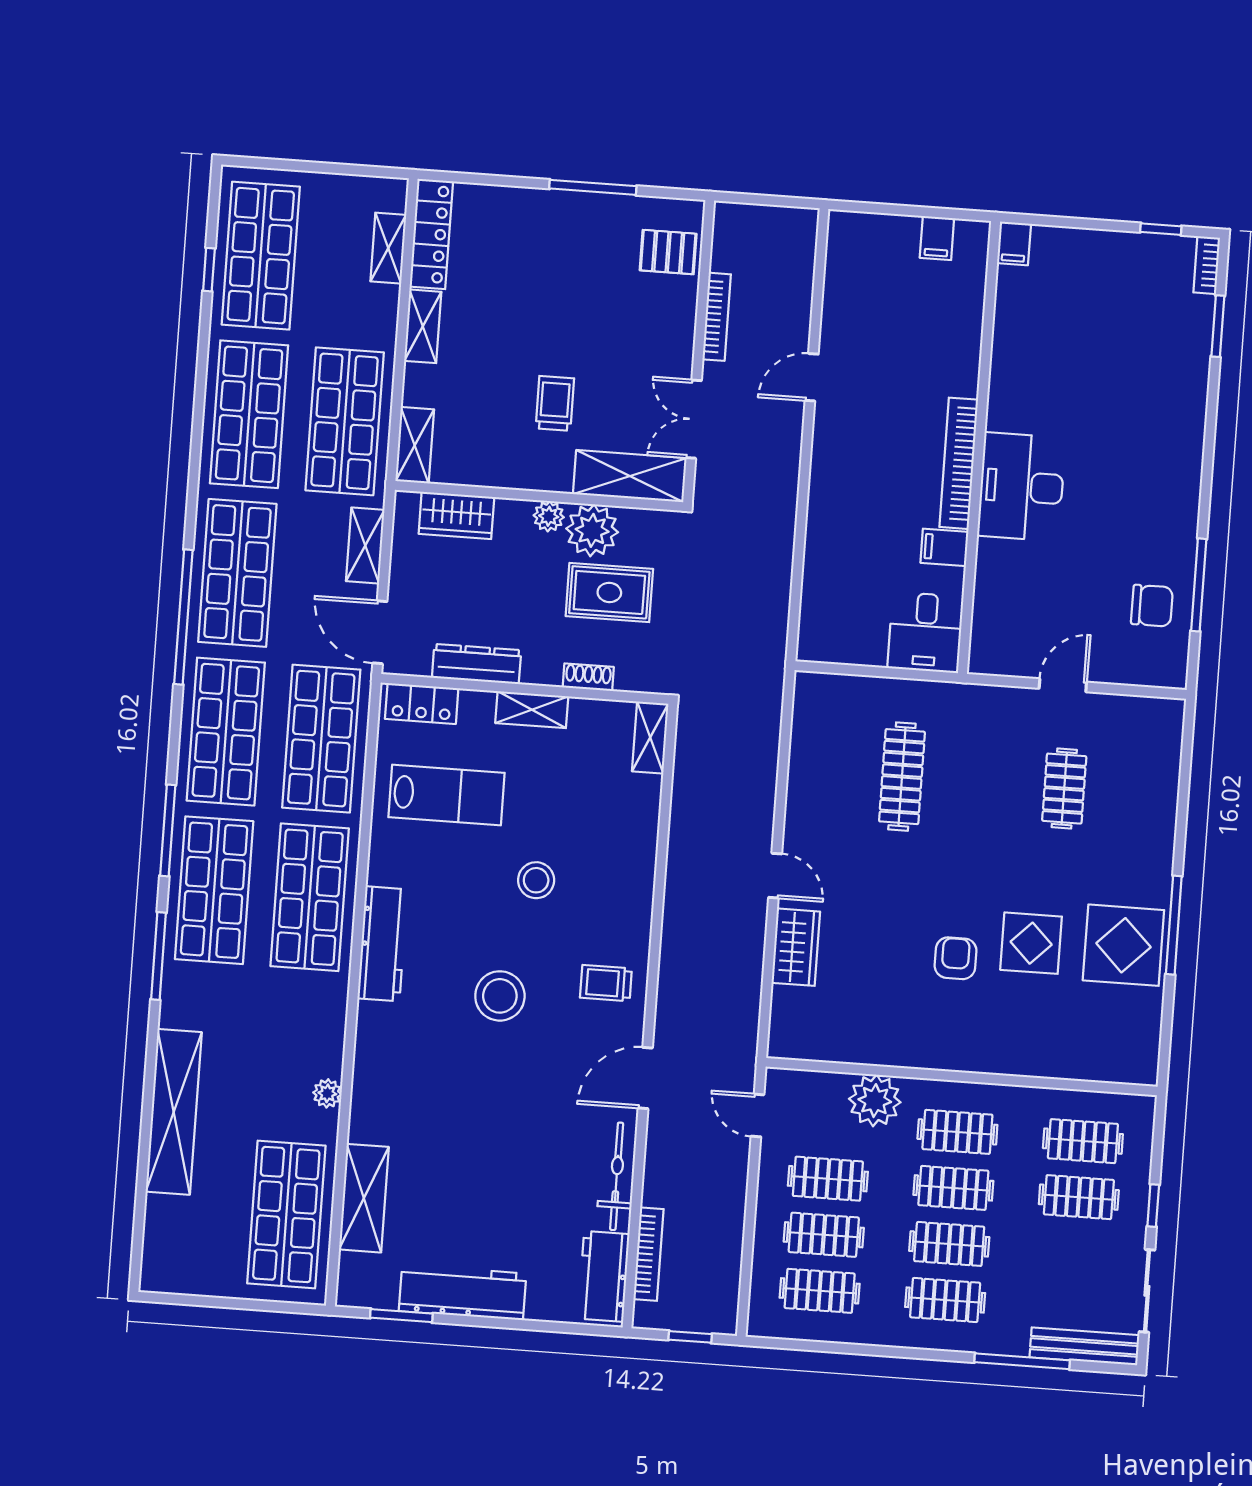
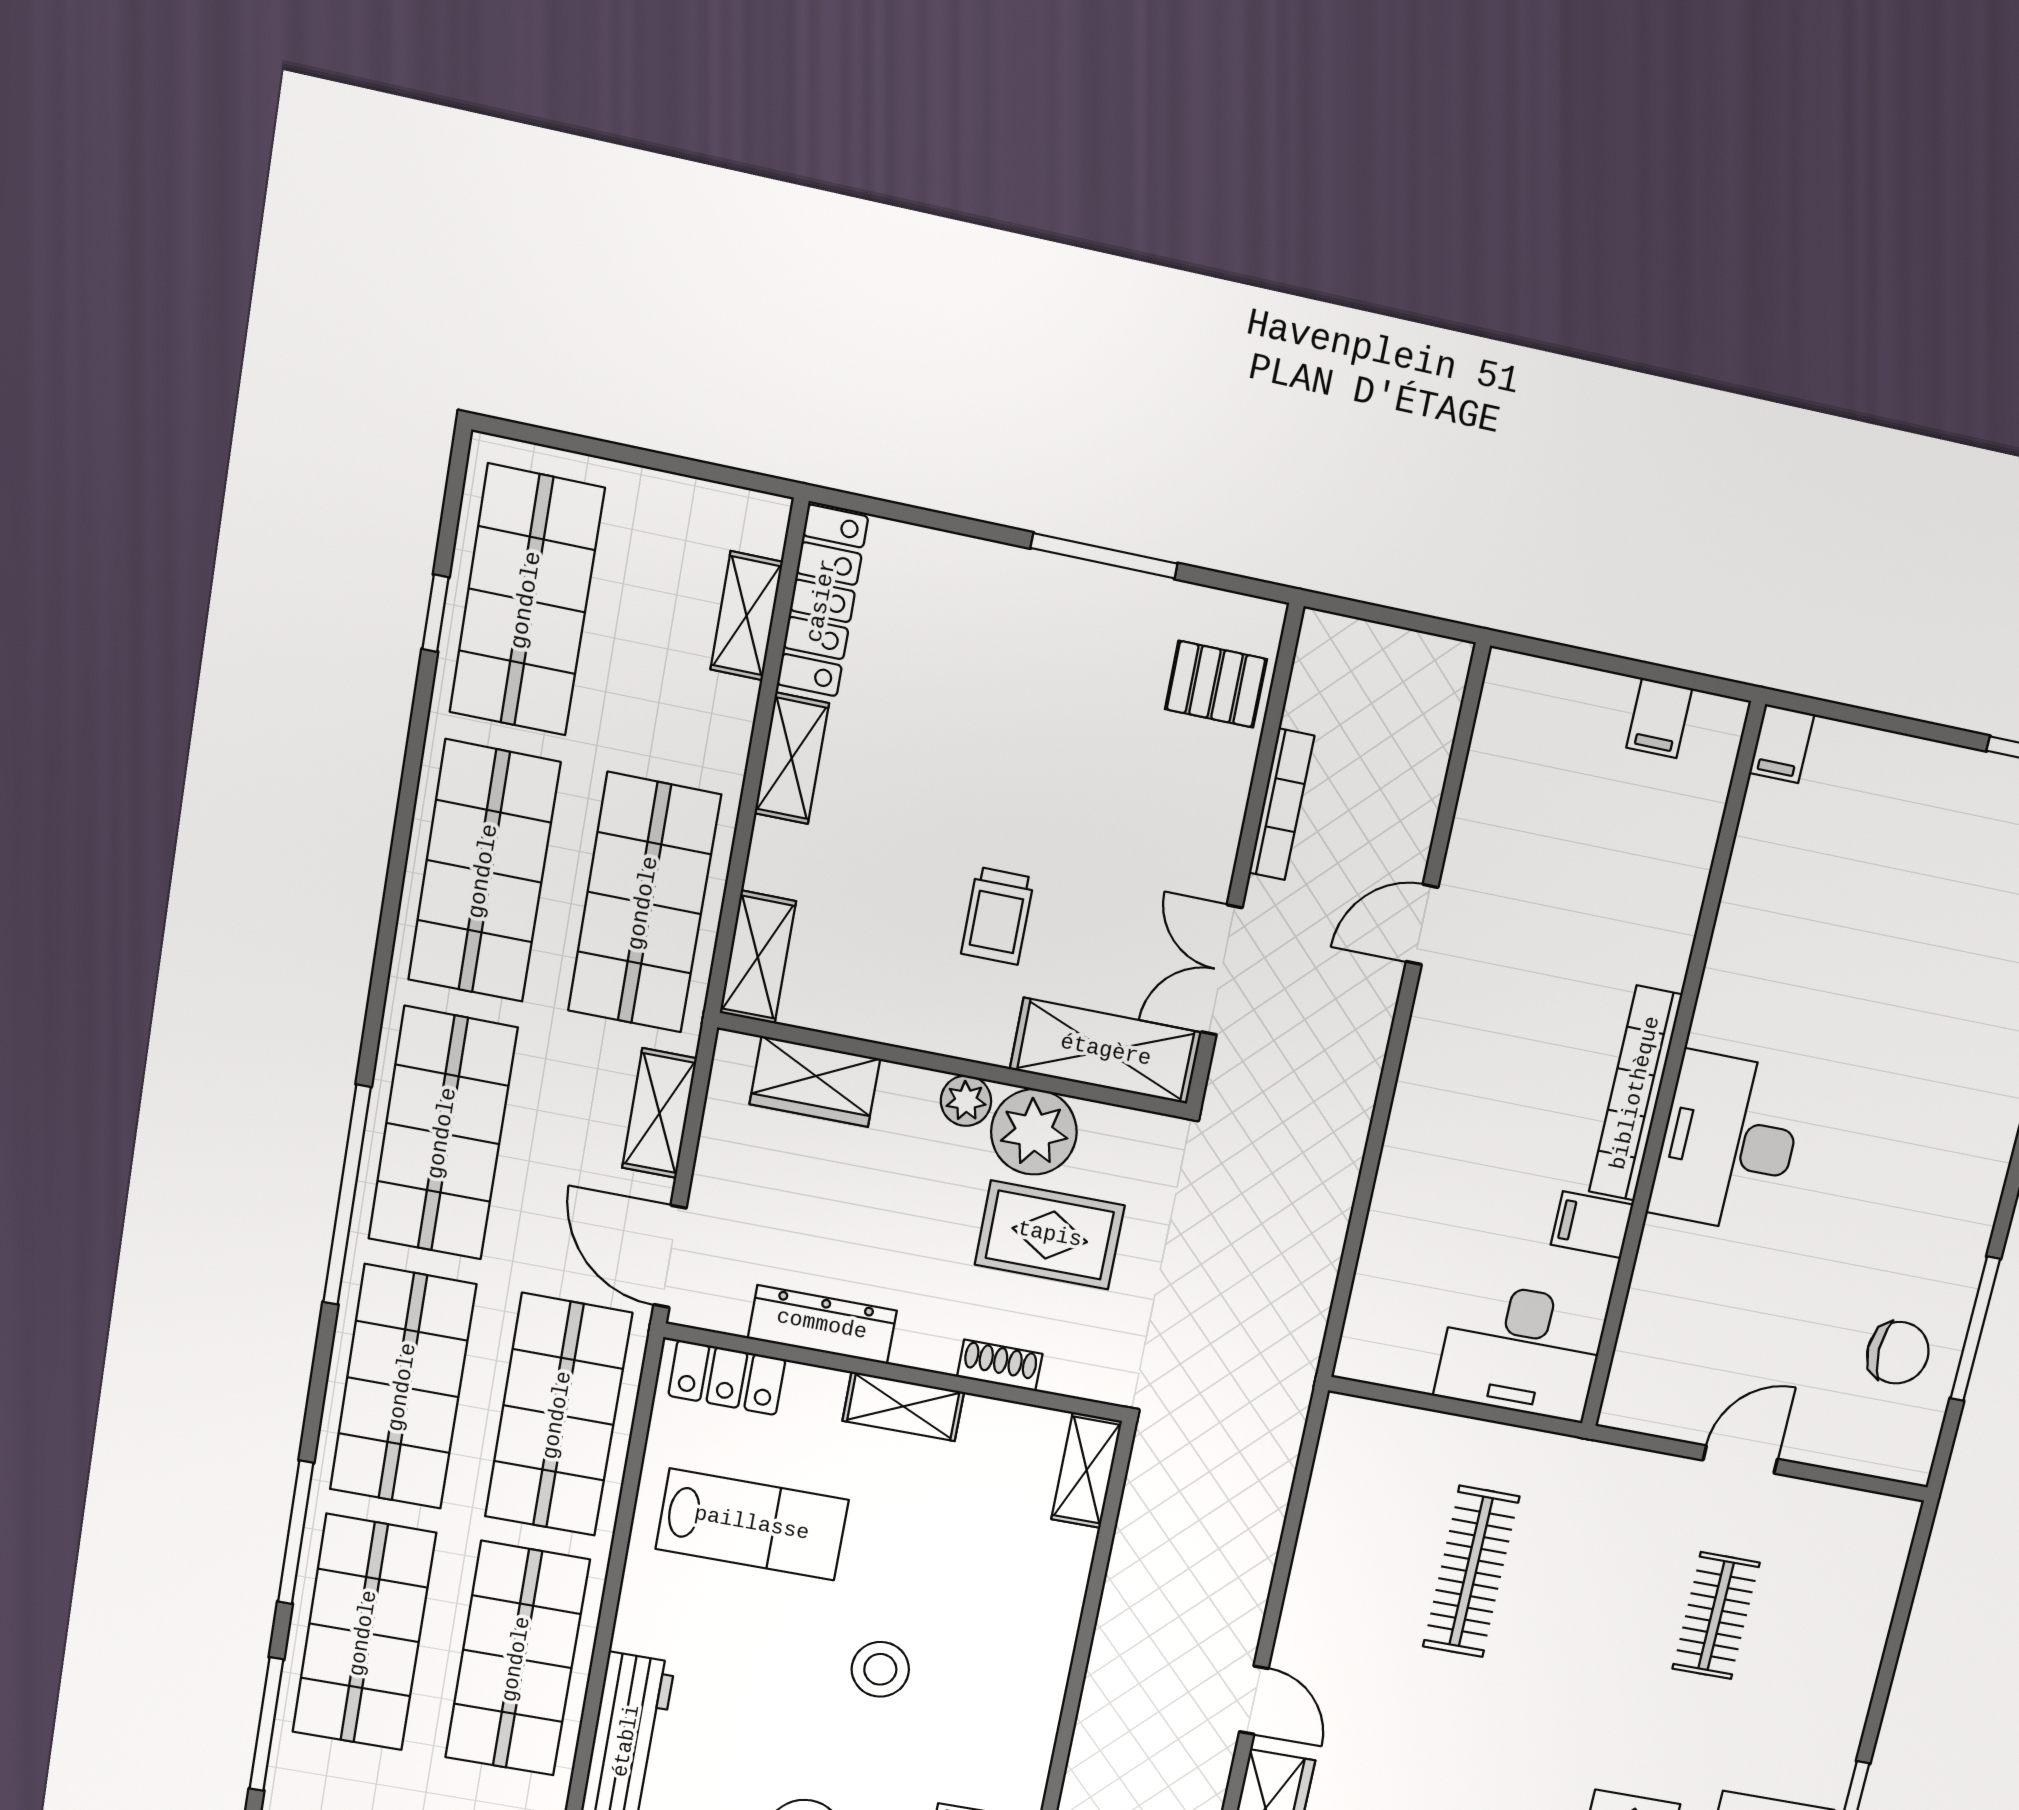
trolley: (555, 403) -> (998, 916), turned 180
desk: (925, 632) -> (1521, 1351), width x1.37

